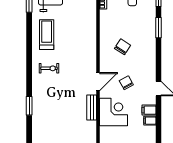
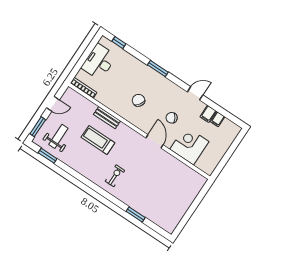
window: (159, 28) -> (158, 68), moved
treadmill: (47, 35) -> (98, 140), moved
bench: (92, 107) -> (107, 118), moved

